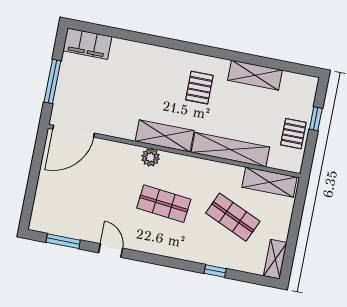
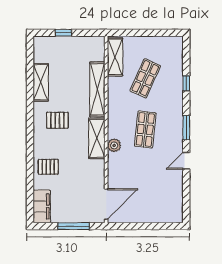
door: (74, 131) -> (106, 204), hinge flipped
pallet: (293, 134) -> (48, 167), moved
window: (63, 241) -> (186, 128), moved
shelving: (275, 259) -> (169, 42), removed

